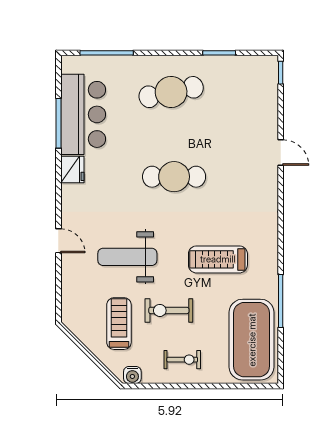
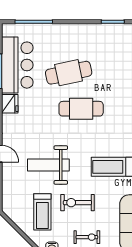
cafe table: (171, 92) -> (69, 73), moved
treadmill: (119, 324) -> (42, 212), turned 180

